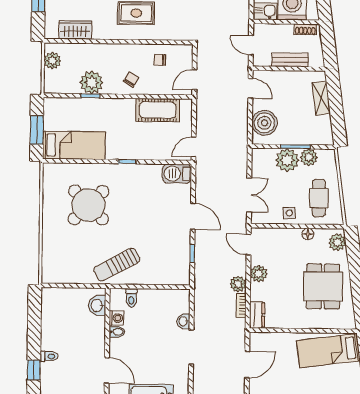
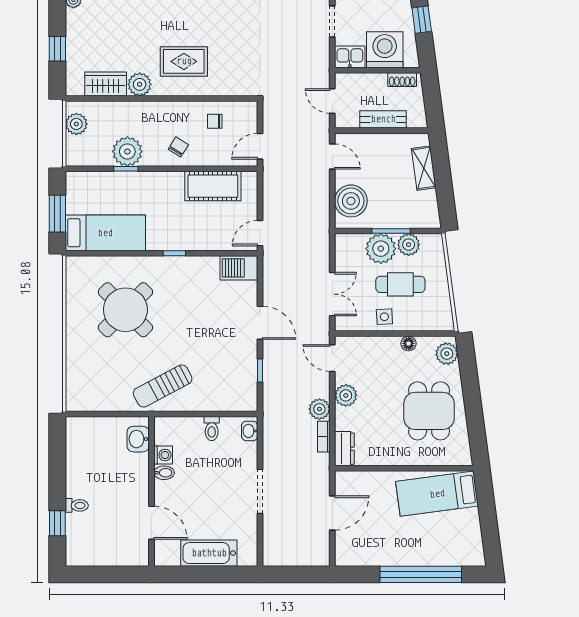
plant: (102, 30) -> (140, 84), added
cafe table: (319, 198) -> (400, 284), moved, turned 90
toilet: (131, 298) -> (212, 429), moved
washbasin: (183, 321) -> (250, 431), moved

